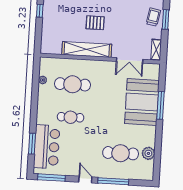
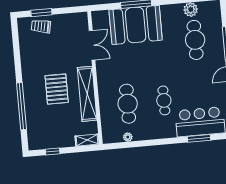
pallet: (95, 23) -> (57, 89), width x1.50, depth x1.42
shelving: (156, 50) -> (87, 140), moved

